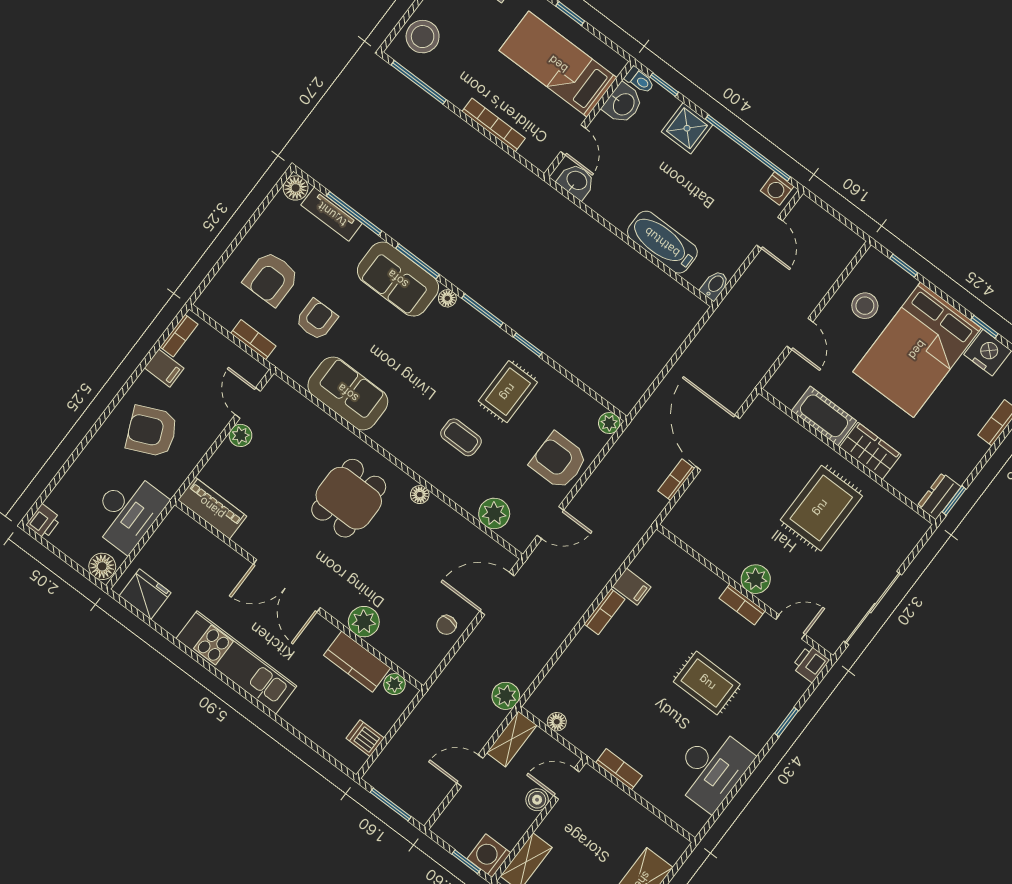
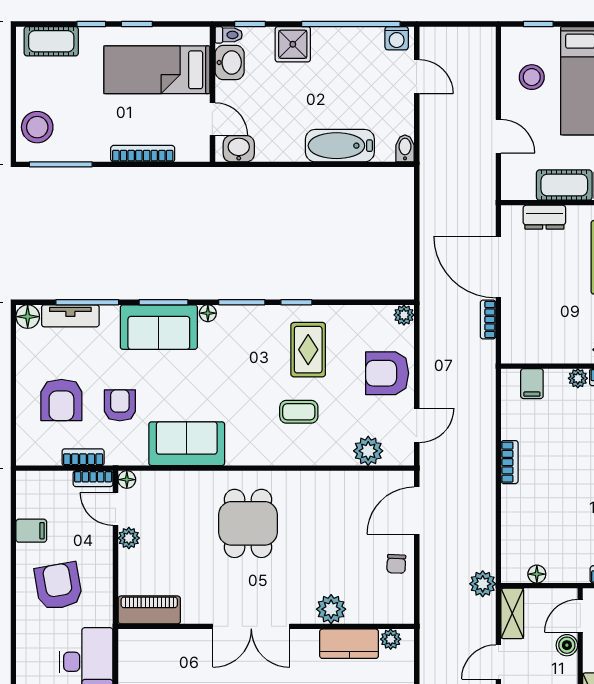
bookcase: (179, 336) -> (93, 479), moved, turned 90
dresser: (787, 430) -> (544, 217), added
armchair: (152, 431) -> (58, 586), turned 104
floor lamp: (420, 495) -> (127, 480), moved
plant: (714, 585) -> (578, 378), added
filing cabinet: (632, 587) -> (532, 384), moved, turned 90

